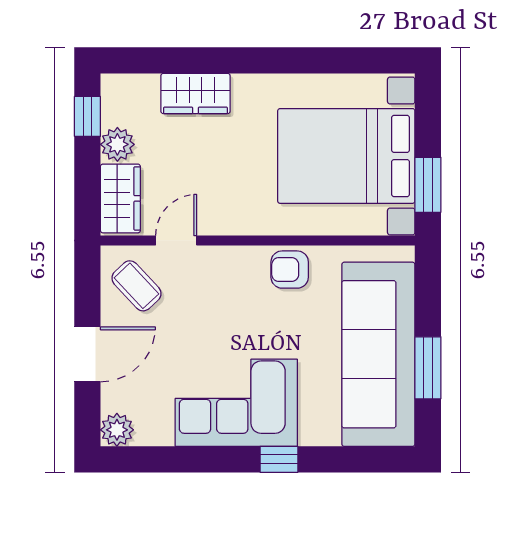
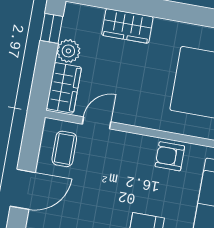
coffee table: (136, 286) -> (64, 149), turned 43

